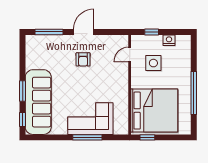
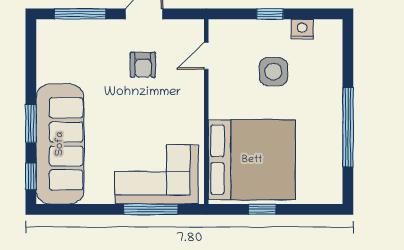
door: (130, 55) -> (206, 56), moved
wall: (130, 85) -> (206, 112), moved
bed: (154, 111) -> (252, 160), moved

